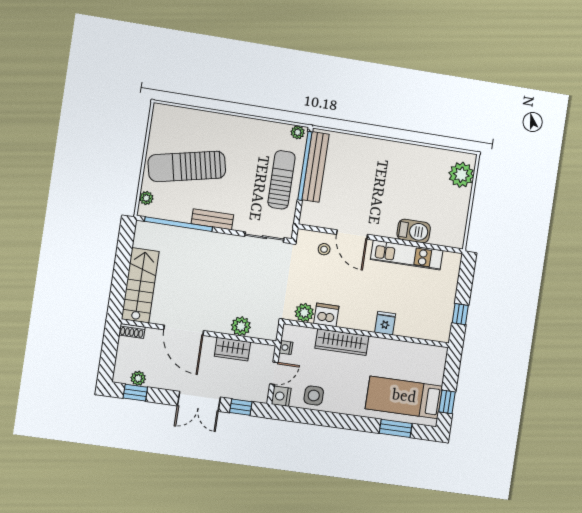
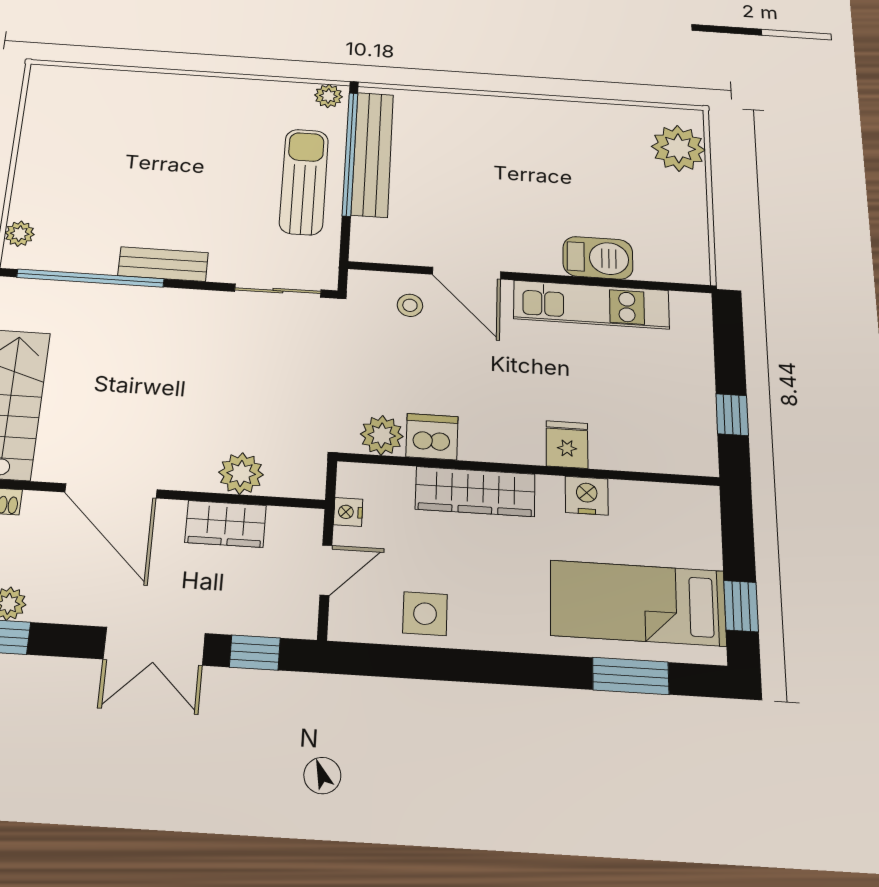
sun lounger: (187, 166) -> (103, 171), removed
nightstand: (281, 396) -> (587, 496), moved, turned 90

